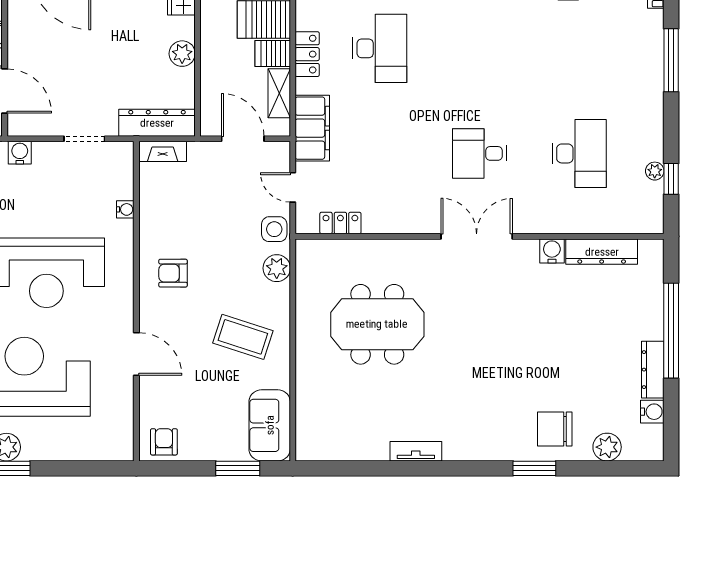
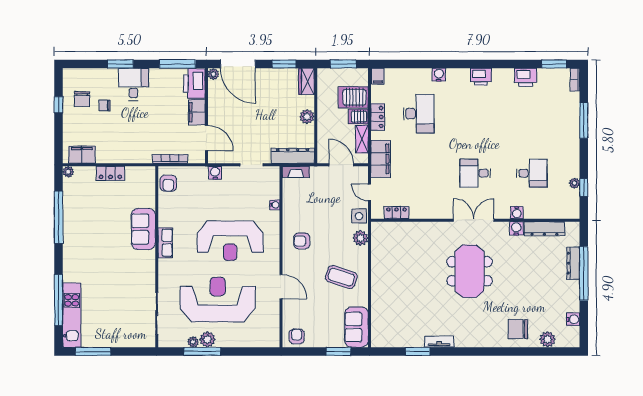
desk: (579, 153) -> (532, 173), width x0.73
water cooler: (553, 223) -> (517, 213), added
meeting table: (377, 324) -> (469, 271), moved, turned 90
dresser: (653, 370) -> (573, 263), moved
window: (534, 468) -> (418, 351), moved

